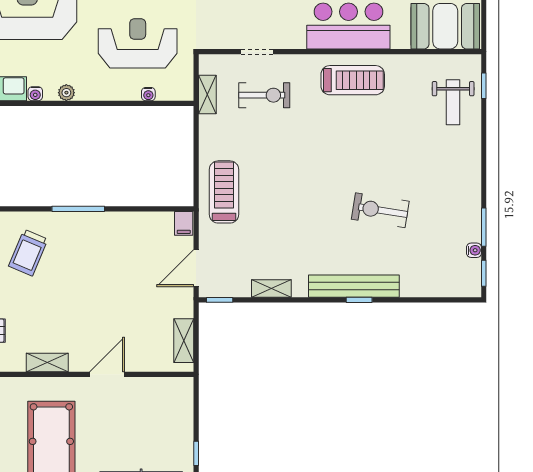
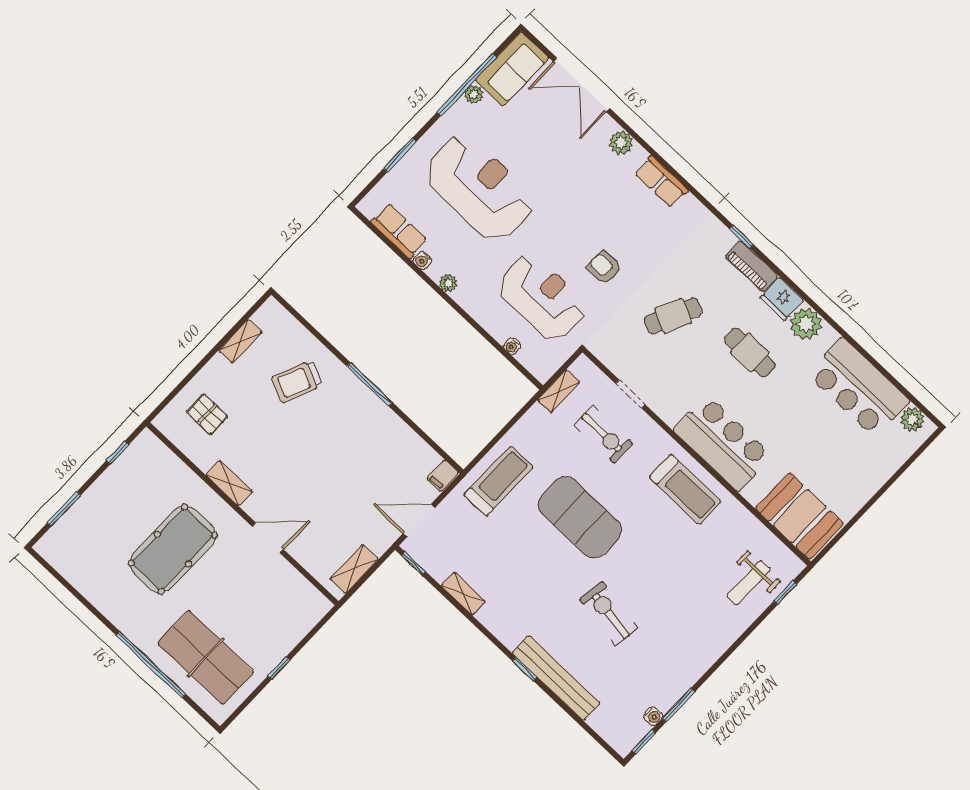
exercise mat: (301, 165) -> (580, 517), added
bench: (354, 286) -> (556, 678), moved

